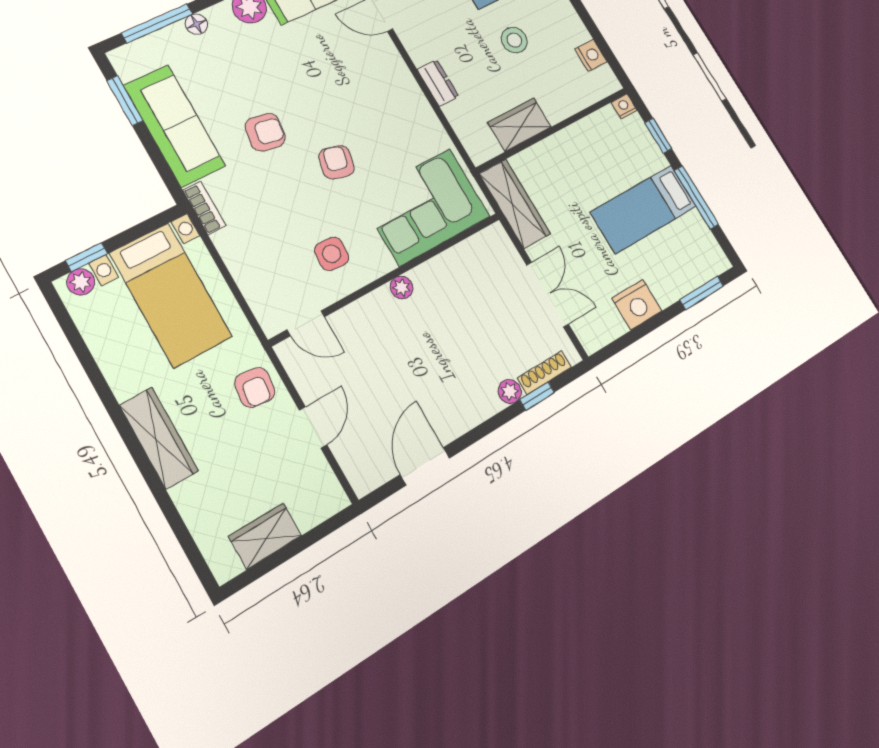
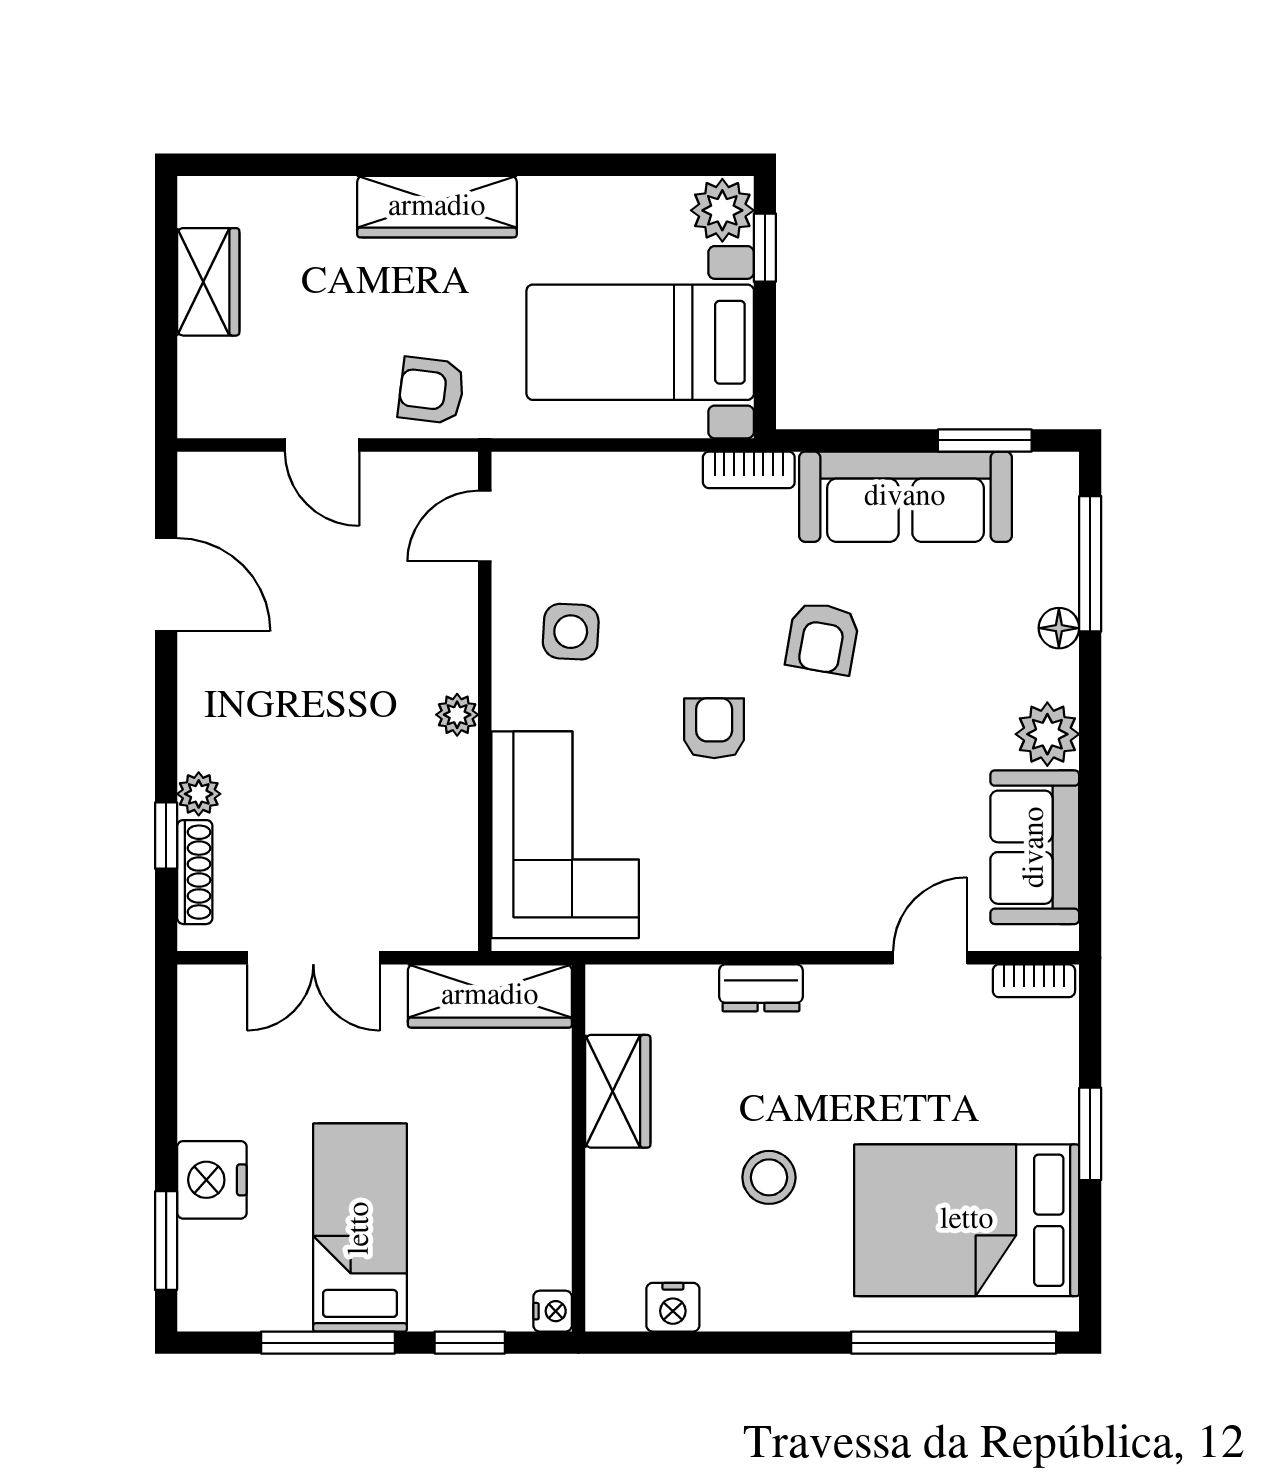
armchair: (336, 162) -> (714, 728), turned -104
plant: (81, 282) -> (722, 210), width x1.38, depth x1.38
nightstand: (637, 305) -> (212, 1180), moved

